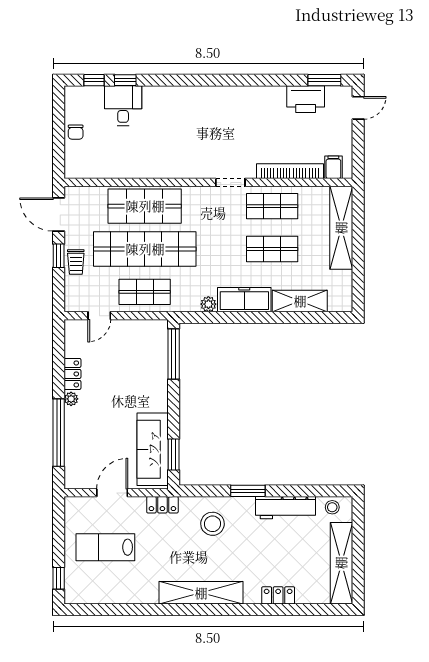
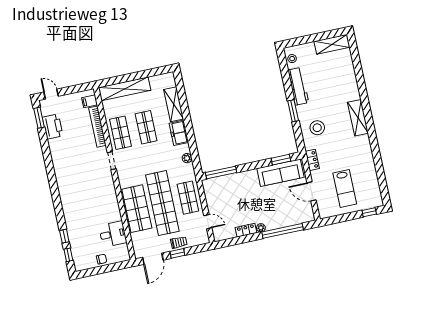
desk: (123, 106) -> (113, 234), moved, turned 180
freezer: (244, 300) -> (179, 133), width x0.71
shelving: (341, 563) -> (332, 44), width x0.68
shelving: (201, 593) -> (358, 118), width x0.68
locker: (278, 595) -> (351, 80), removed

